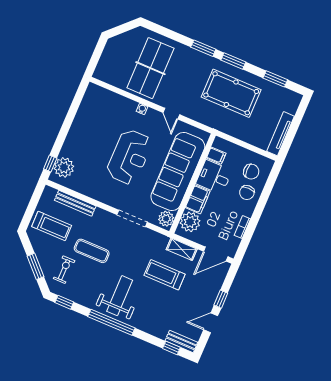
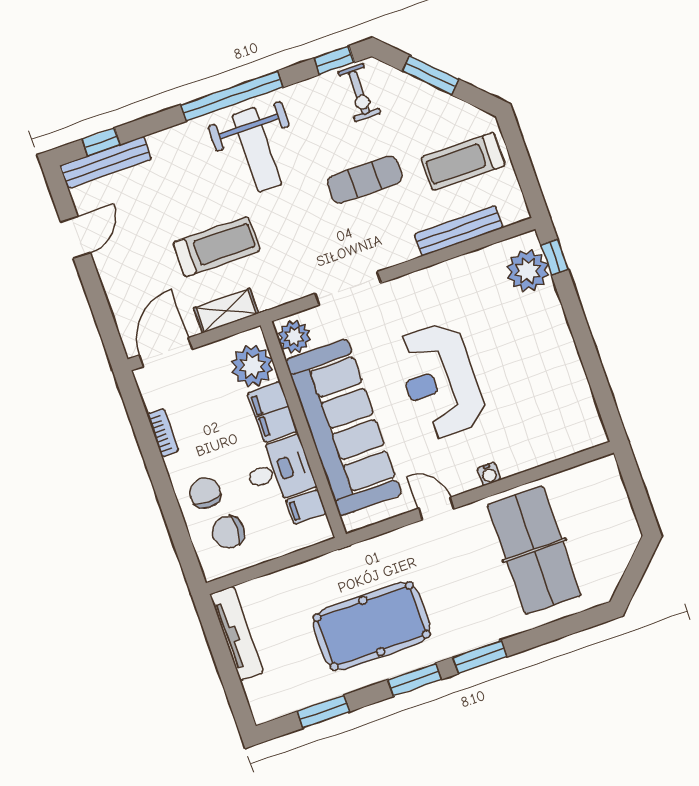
exercise bike: (64, 270) -> (359, 93), moved
window: (221, 299) -> (94, 289), removed
bench: (181, 341) -> (106, 162), width x1.36

